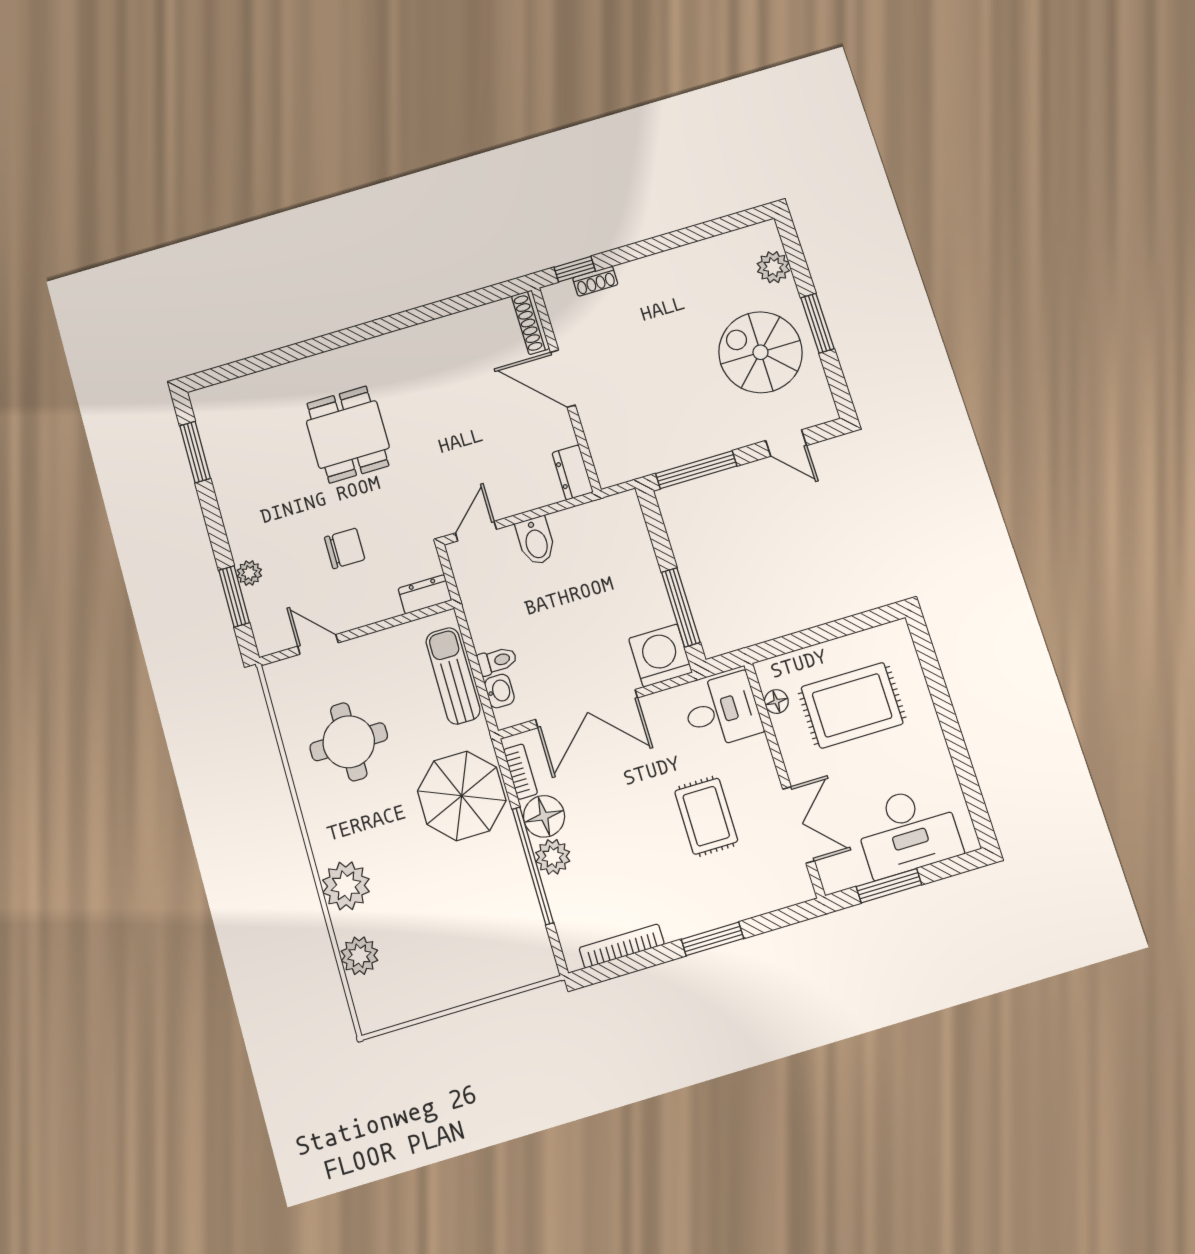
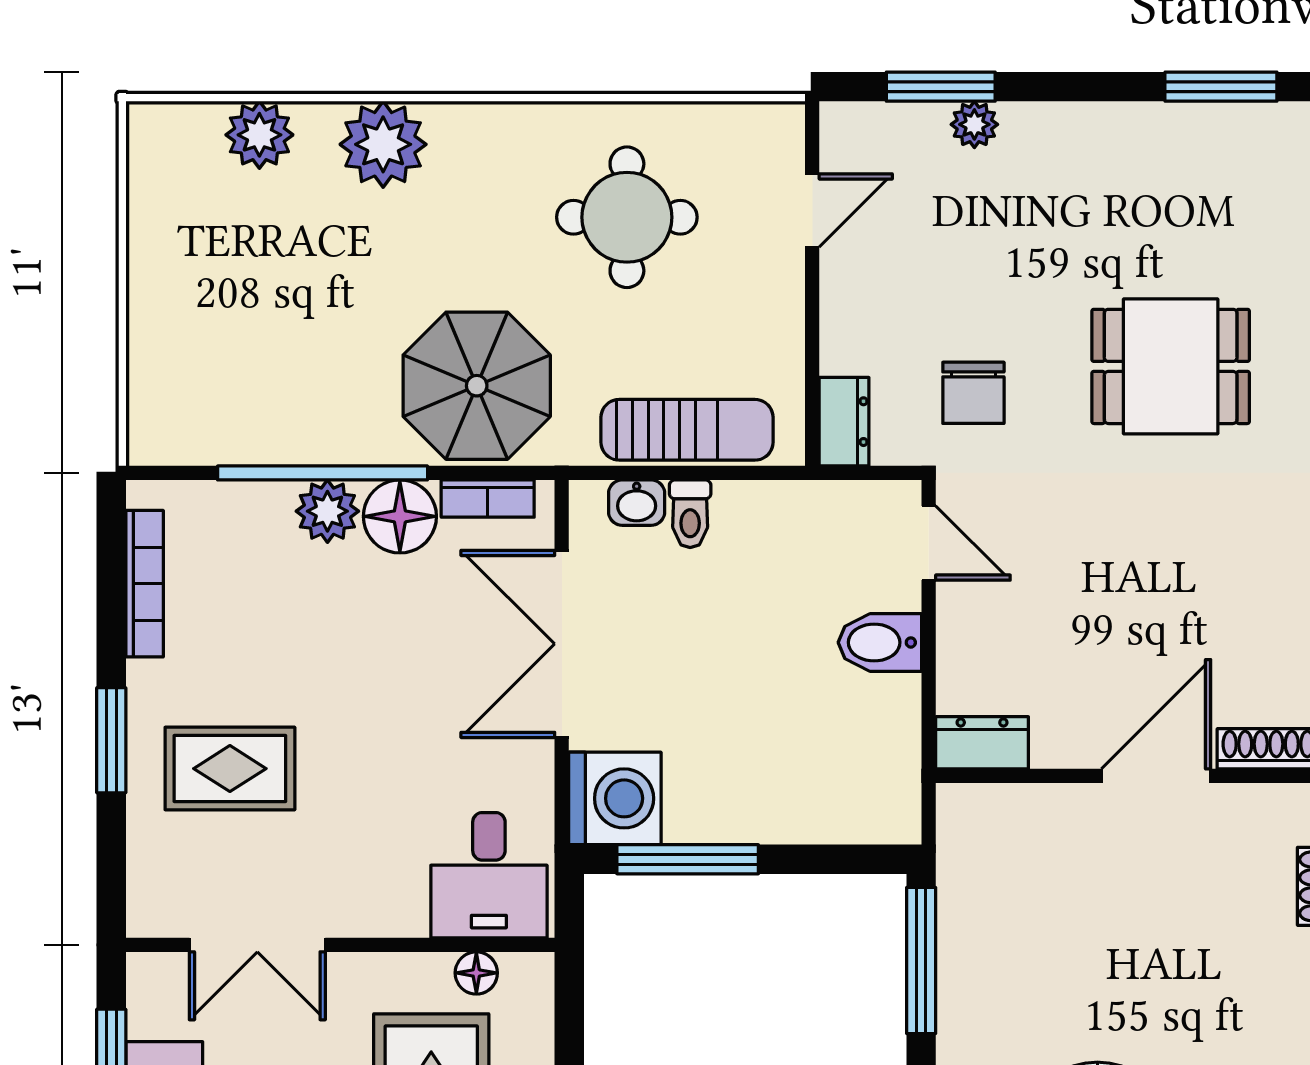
chair: (345, 548) -> (973, 393), moved
rug: (706, 816) -> (230, 769), moved

